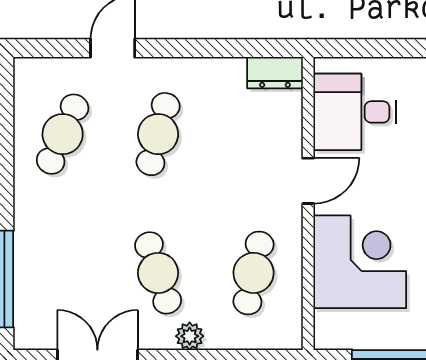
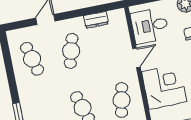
dresser: (275, 73) -> (96, 20), moved
cafe table: (63, 134) -> (32, 59), turned -39

